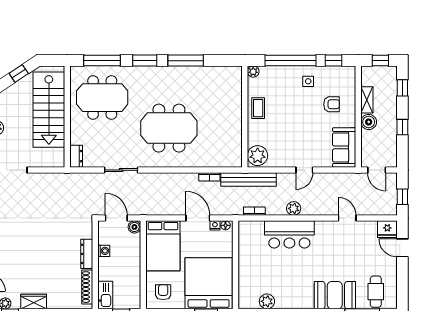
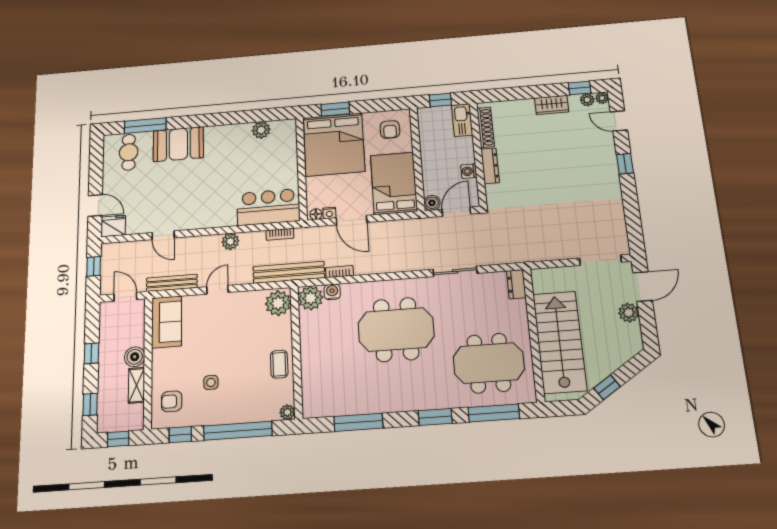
window: (186, 61) -> (358, 422), moved
side table: (308, 81) -> (211, 382), moved
armchair: (332, 104) -> (172, 401), moved
plant: (232, 158) -> (311, 298), added
water cooler: (216, 161) -> (332, 292), added
bench: (340, 178) -> (172, 283), added
door: (116, 218) -> (456, 212), swing flipped
bar counter: (289, 234) -> (268, 207), moved

